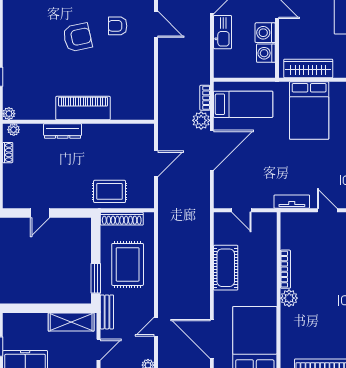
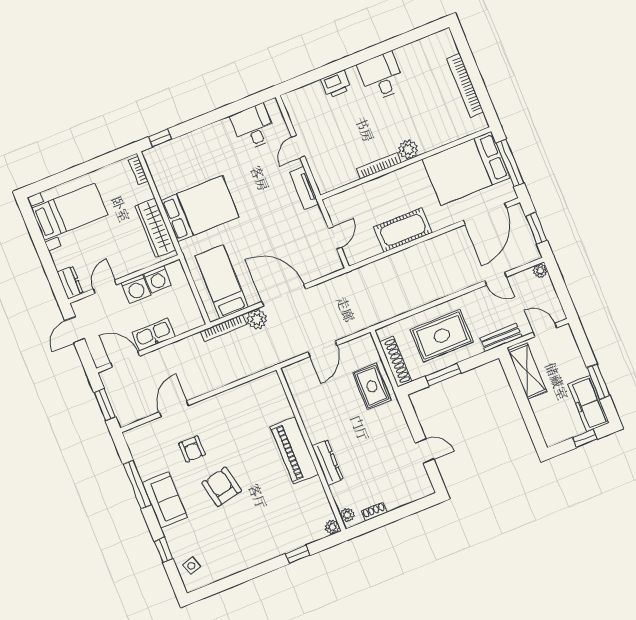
bookcase: (205, 98) -> (224, 328), width x1.56
door: (156, 164) -> (322, 349), swing flipped
window: (96, 278) -> (443, 375), moved

